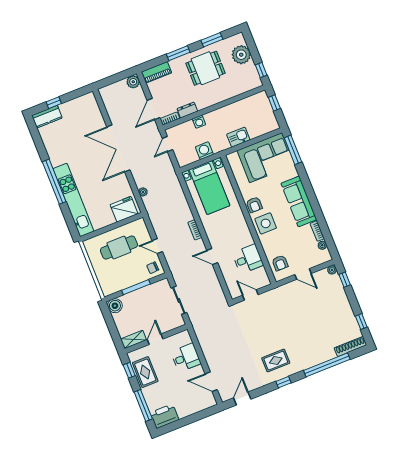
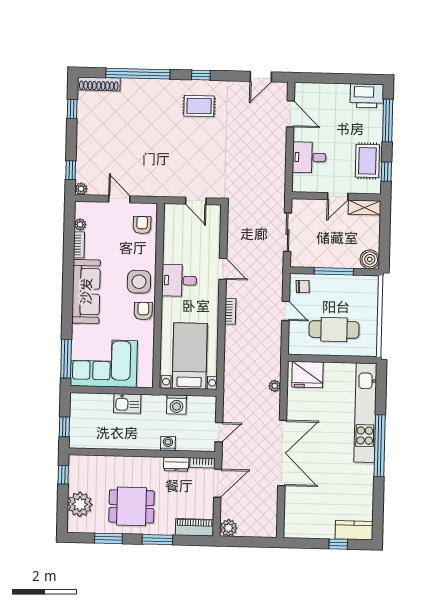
desk: (248, 259) -> (179, 280), moved

